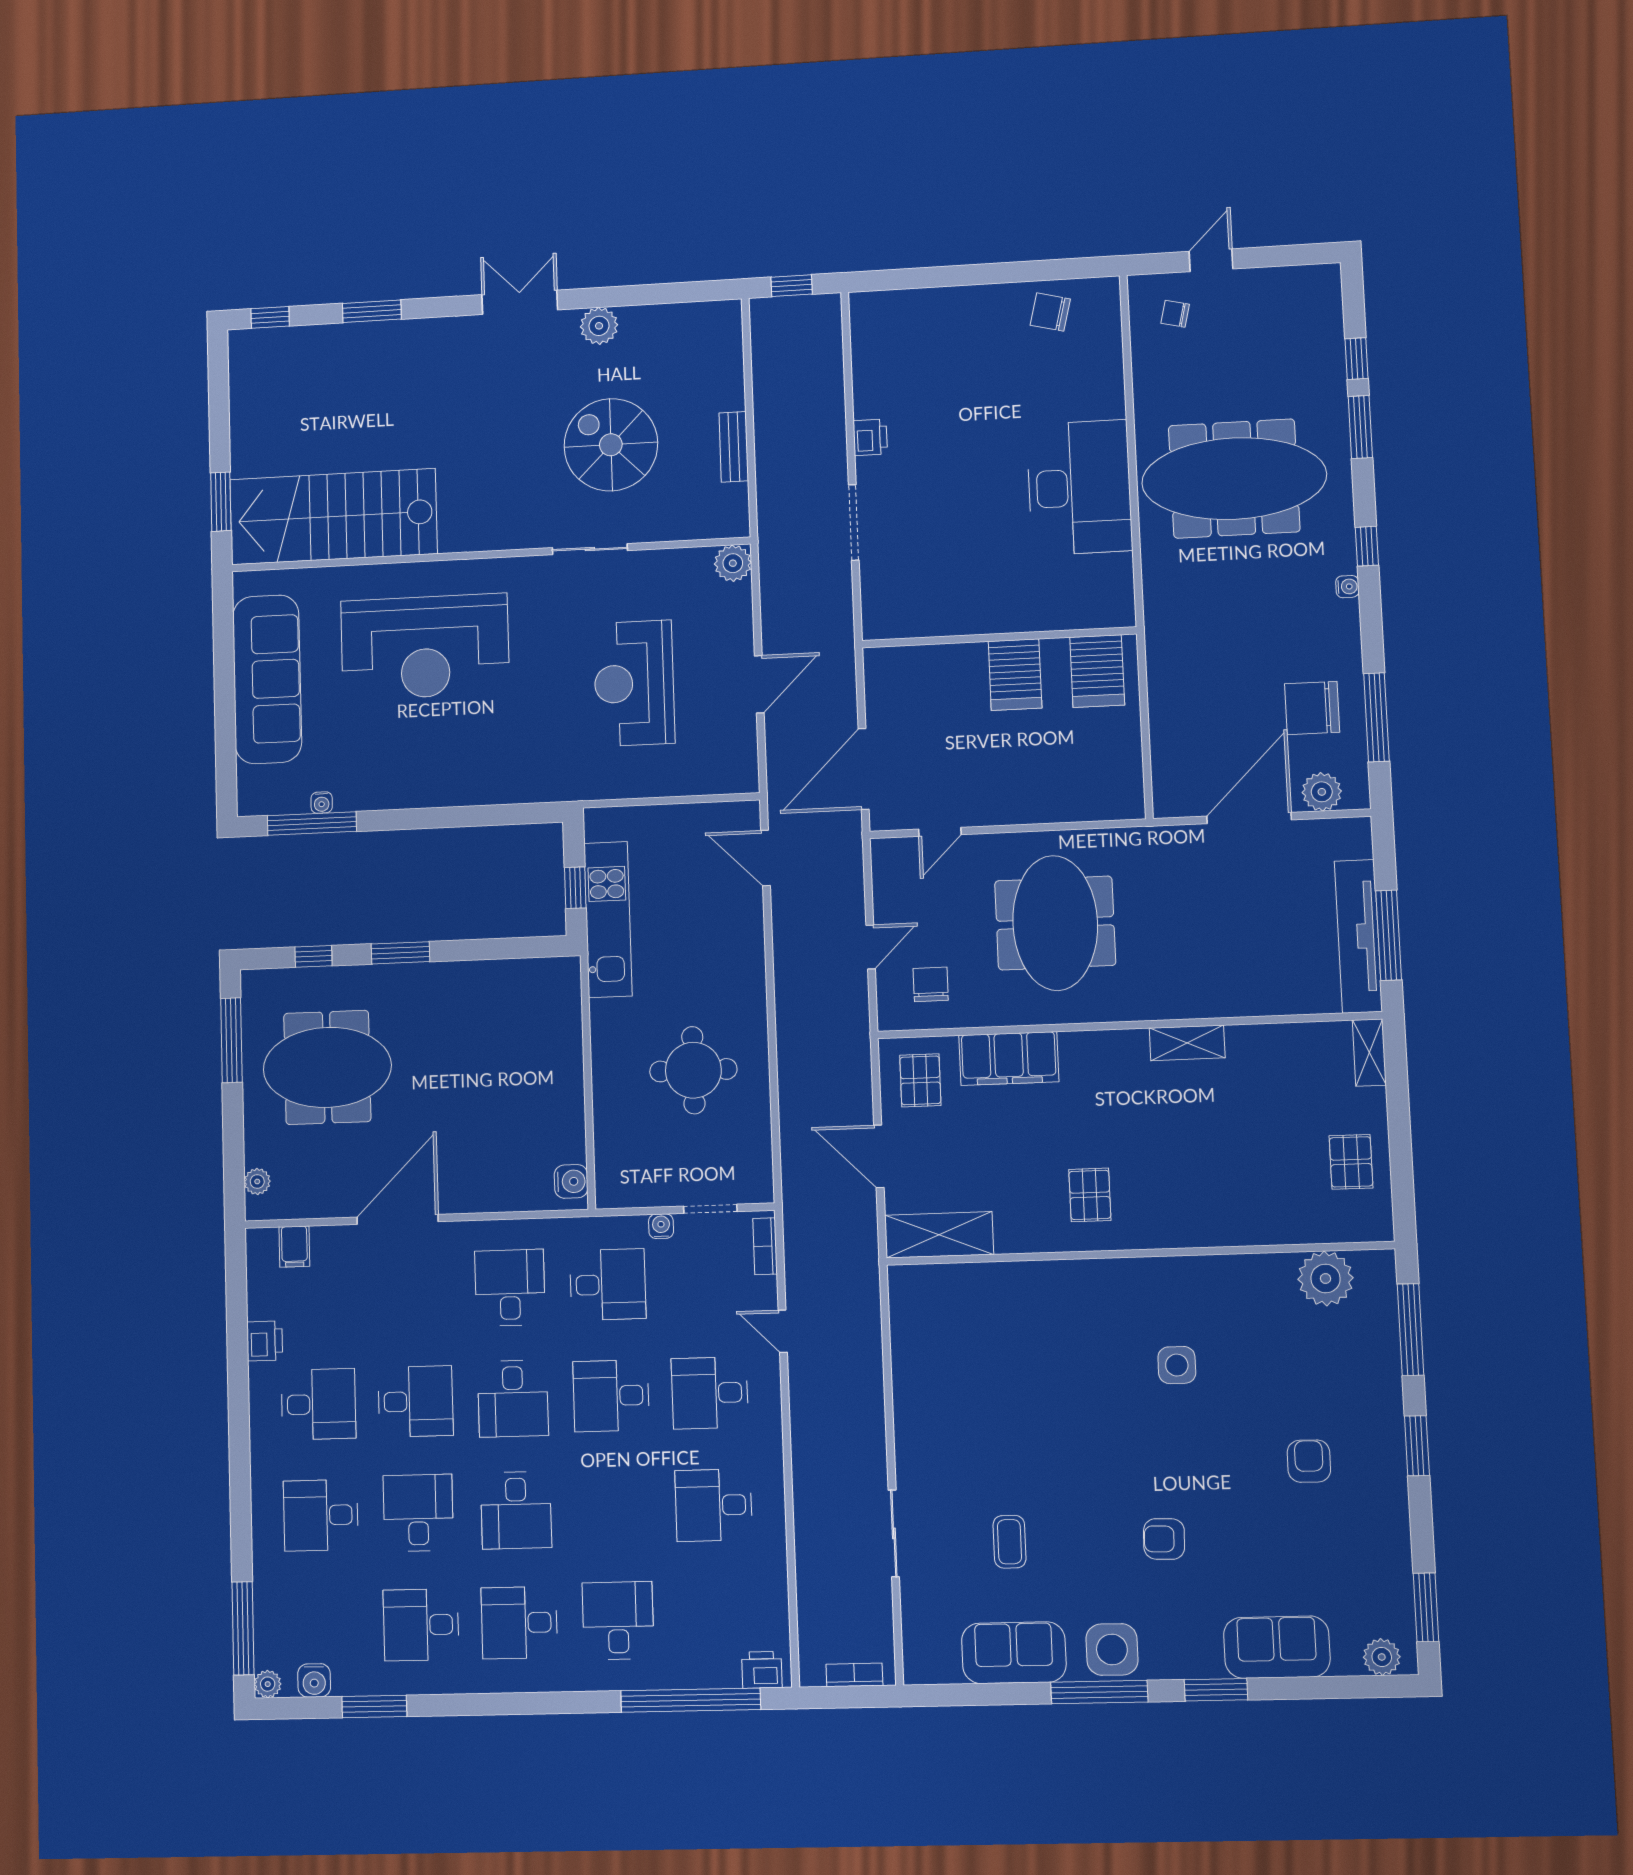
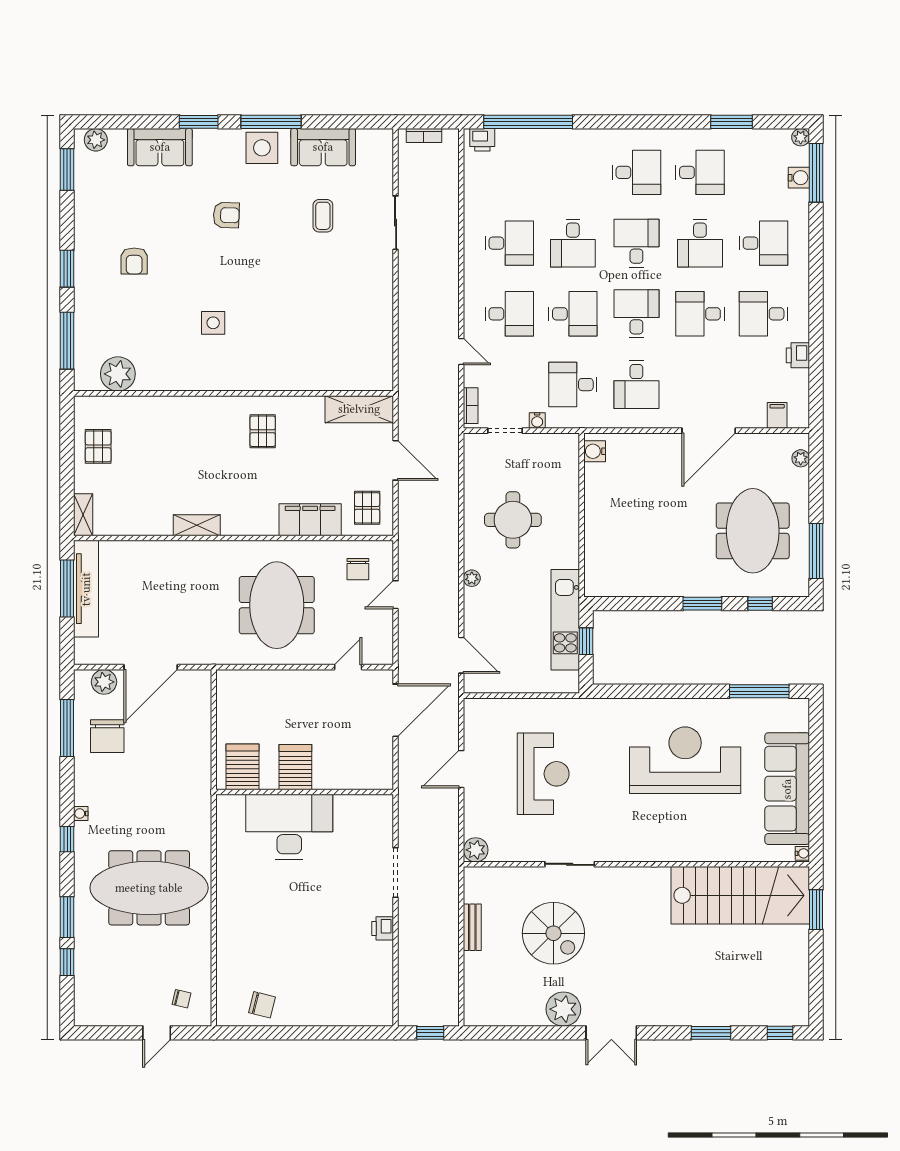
plant: (599, 326) -> (563, 1009), width x1.36, depth x1.36
desk: (1079, 488) -> (289, 827), moved, turned 90
reception desk: (425, 647) -> (685, 760), moved
chair: (1312, 708) -> (107, 736), turned 90
water cooler: (322, 803) -> (802, 853), moved, turned 90
plant: (754, 977) -> (472, 578), added
meeting table: (327, 1067) -> (753, 531), turned 90
desk: (618, 1621) -> (573, 243), moved
water cooler: (314, 1680) -> (799, 178), moved, turned 90

